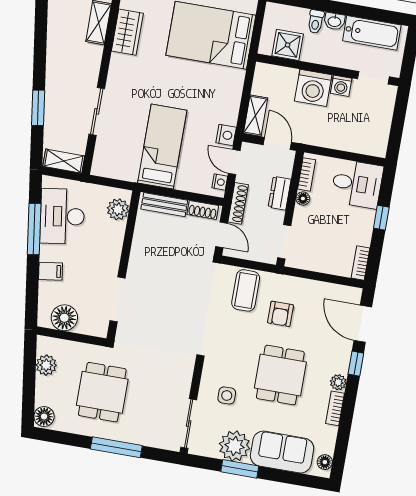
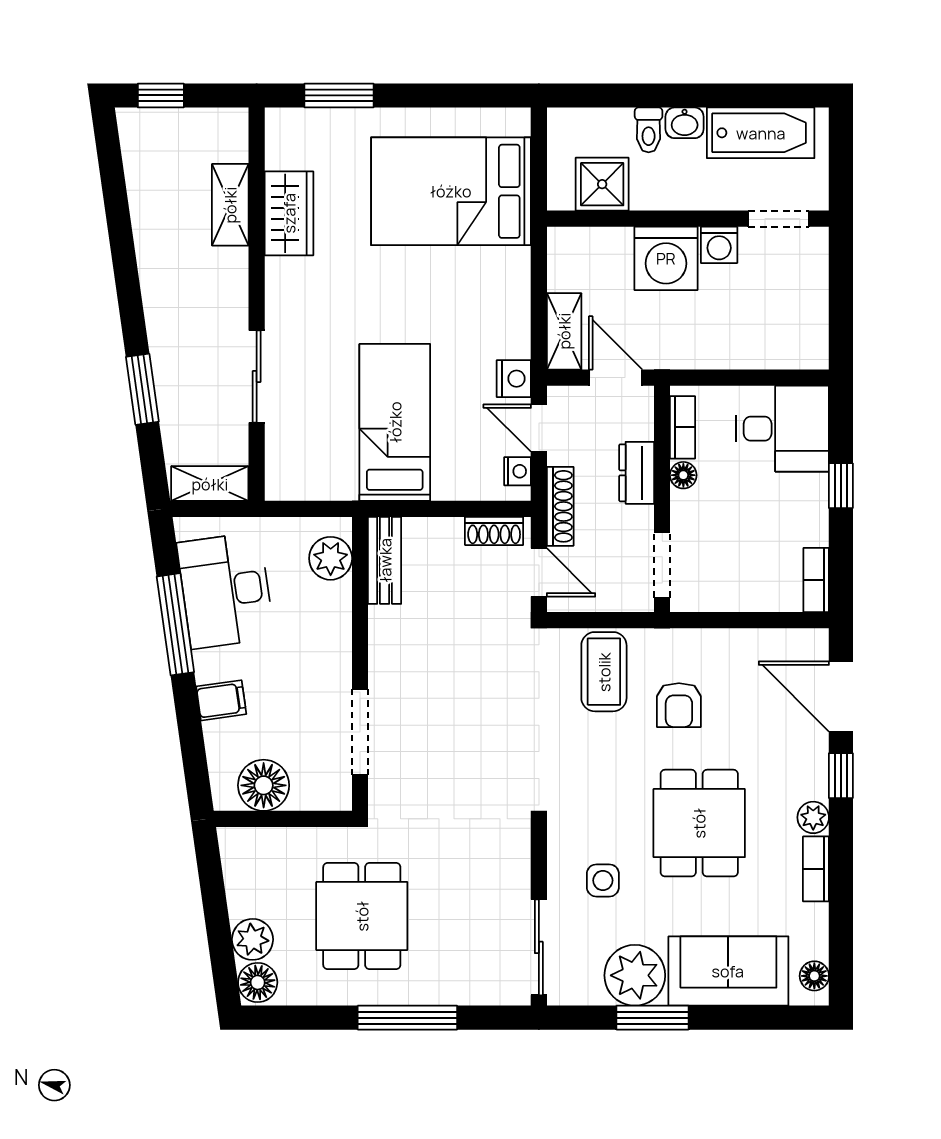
bench: (164, 205) -> (385, 560), moved, turned 90
plant: (46, 365) -> (252, 939), moved

